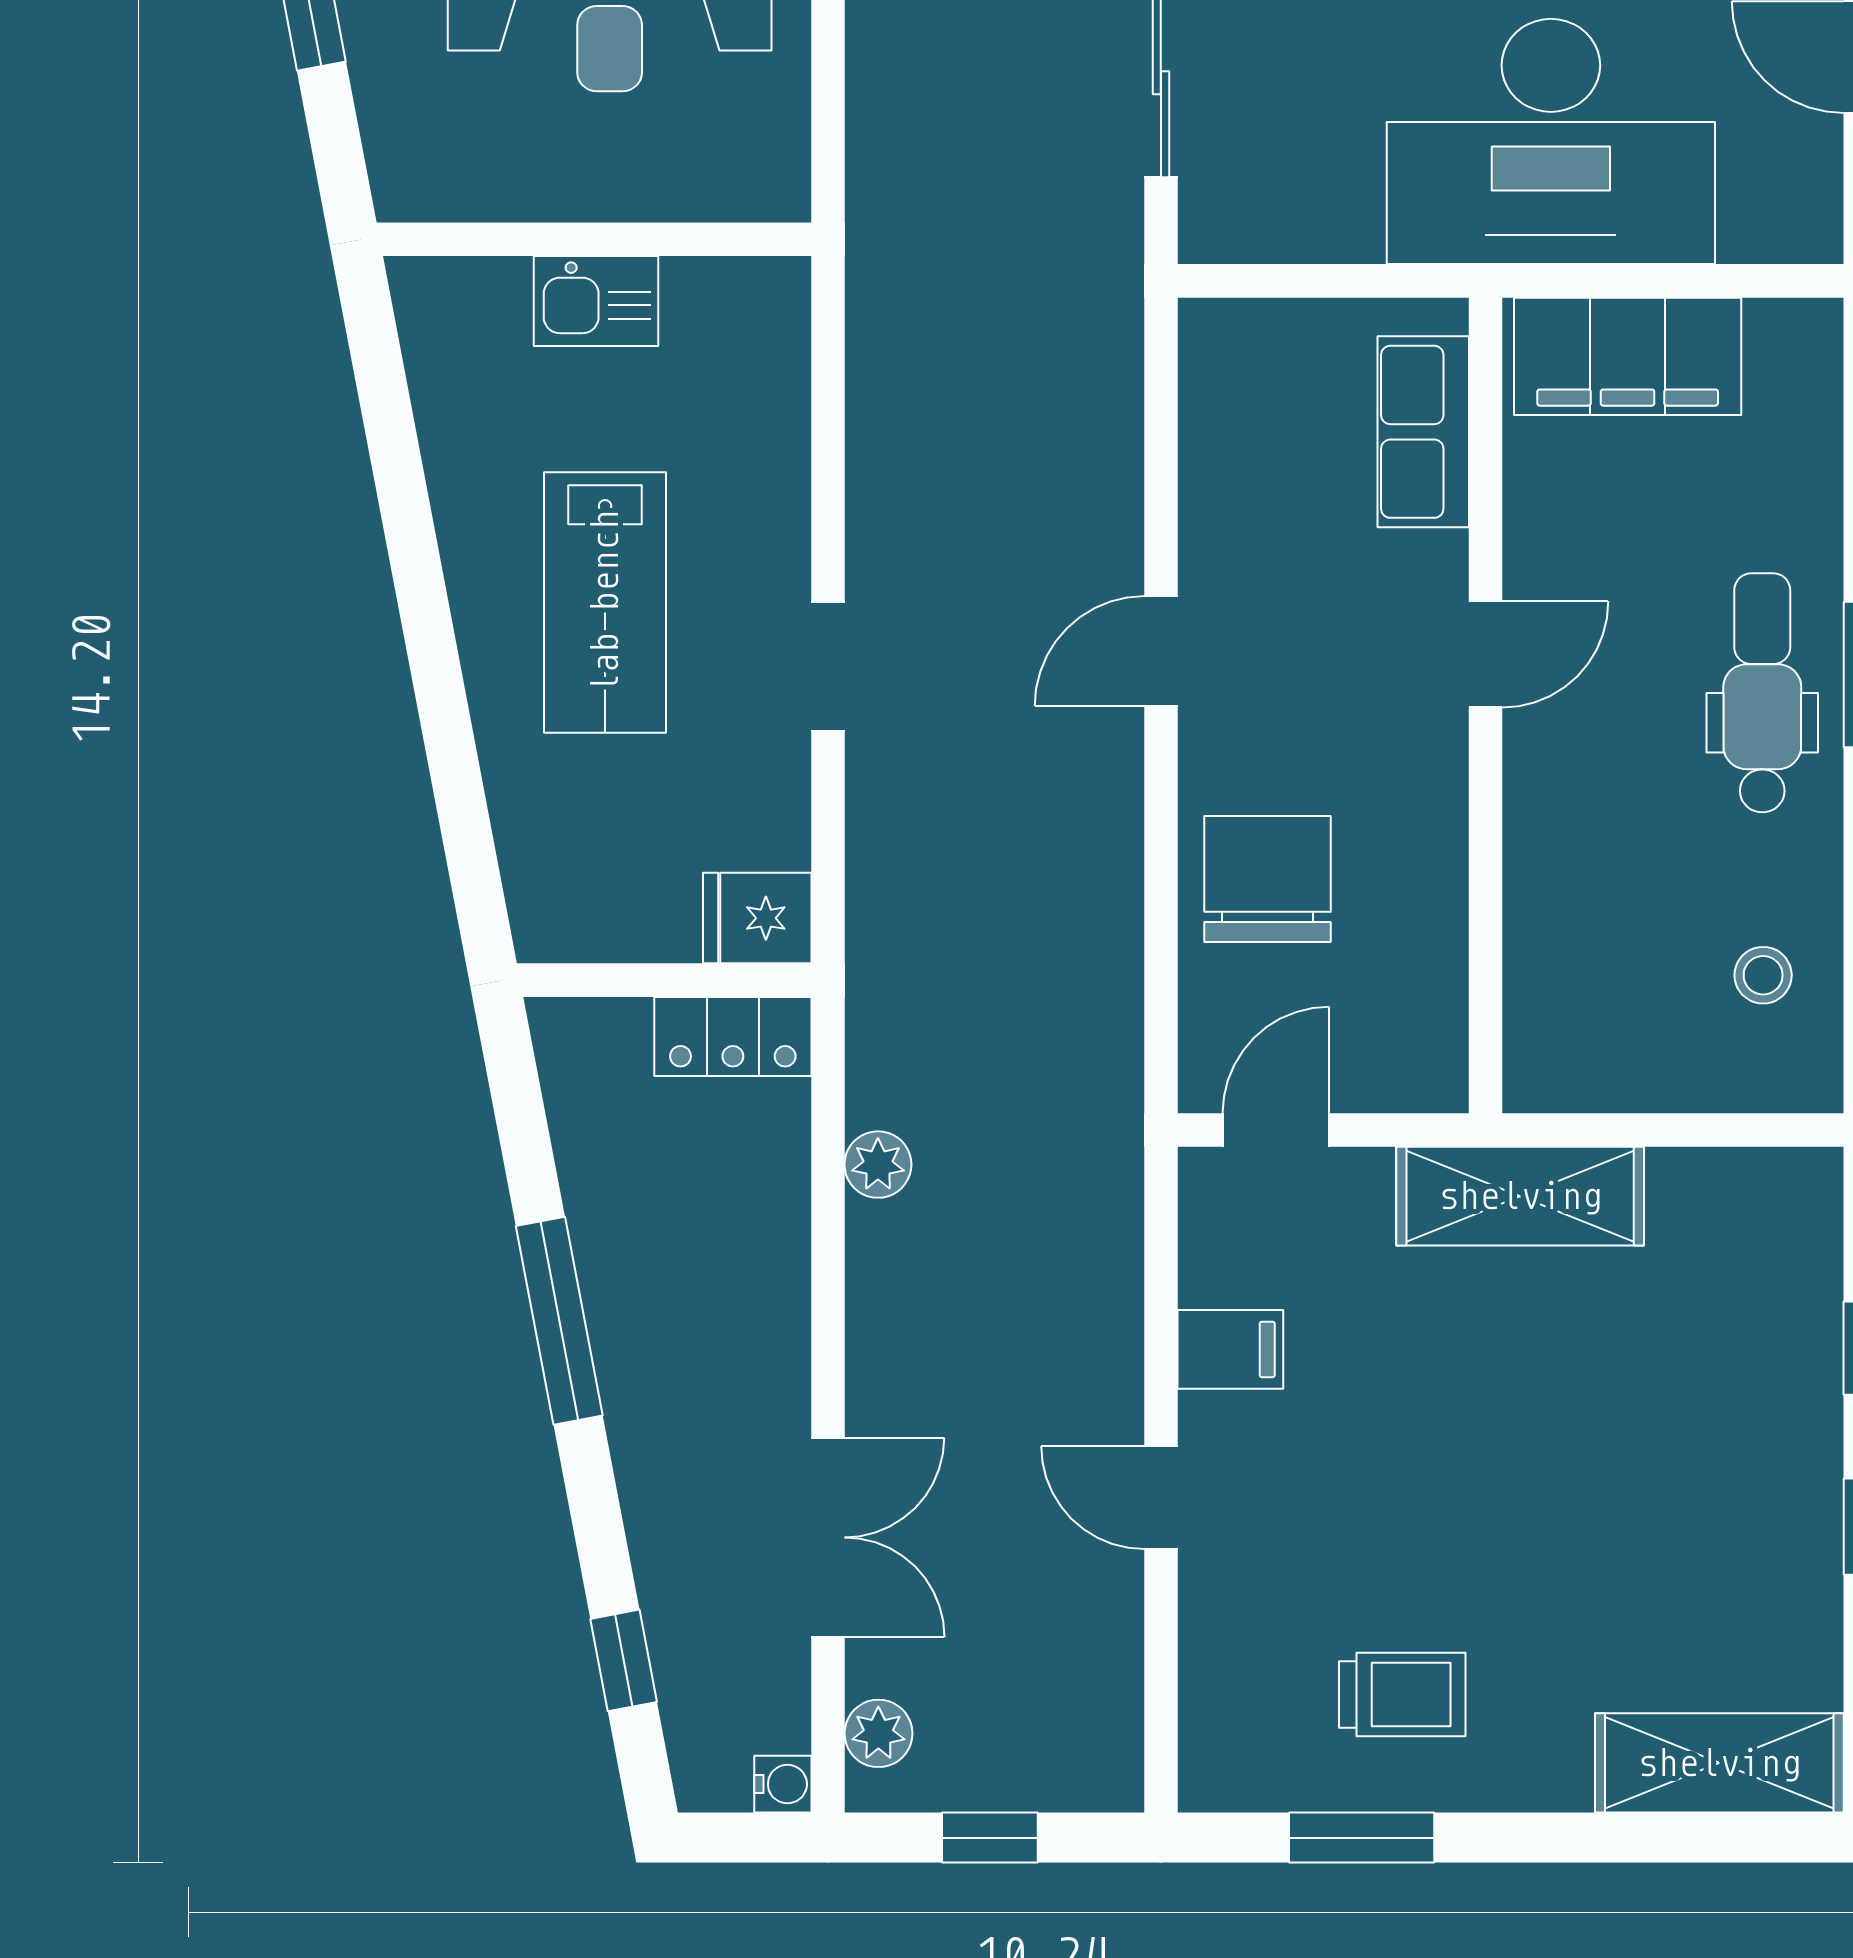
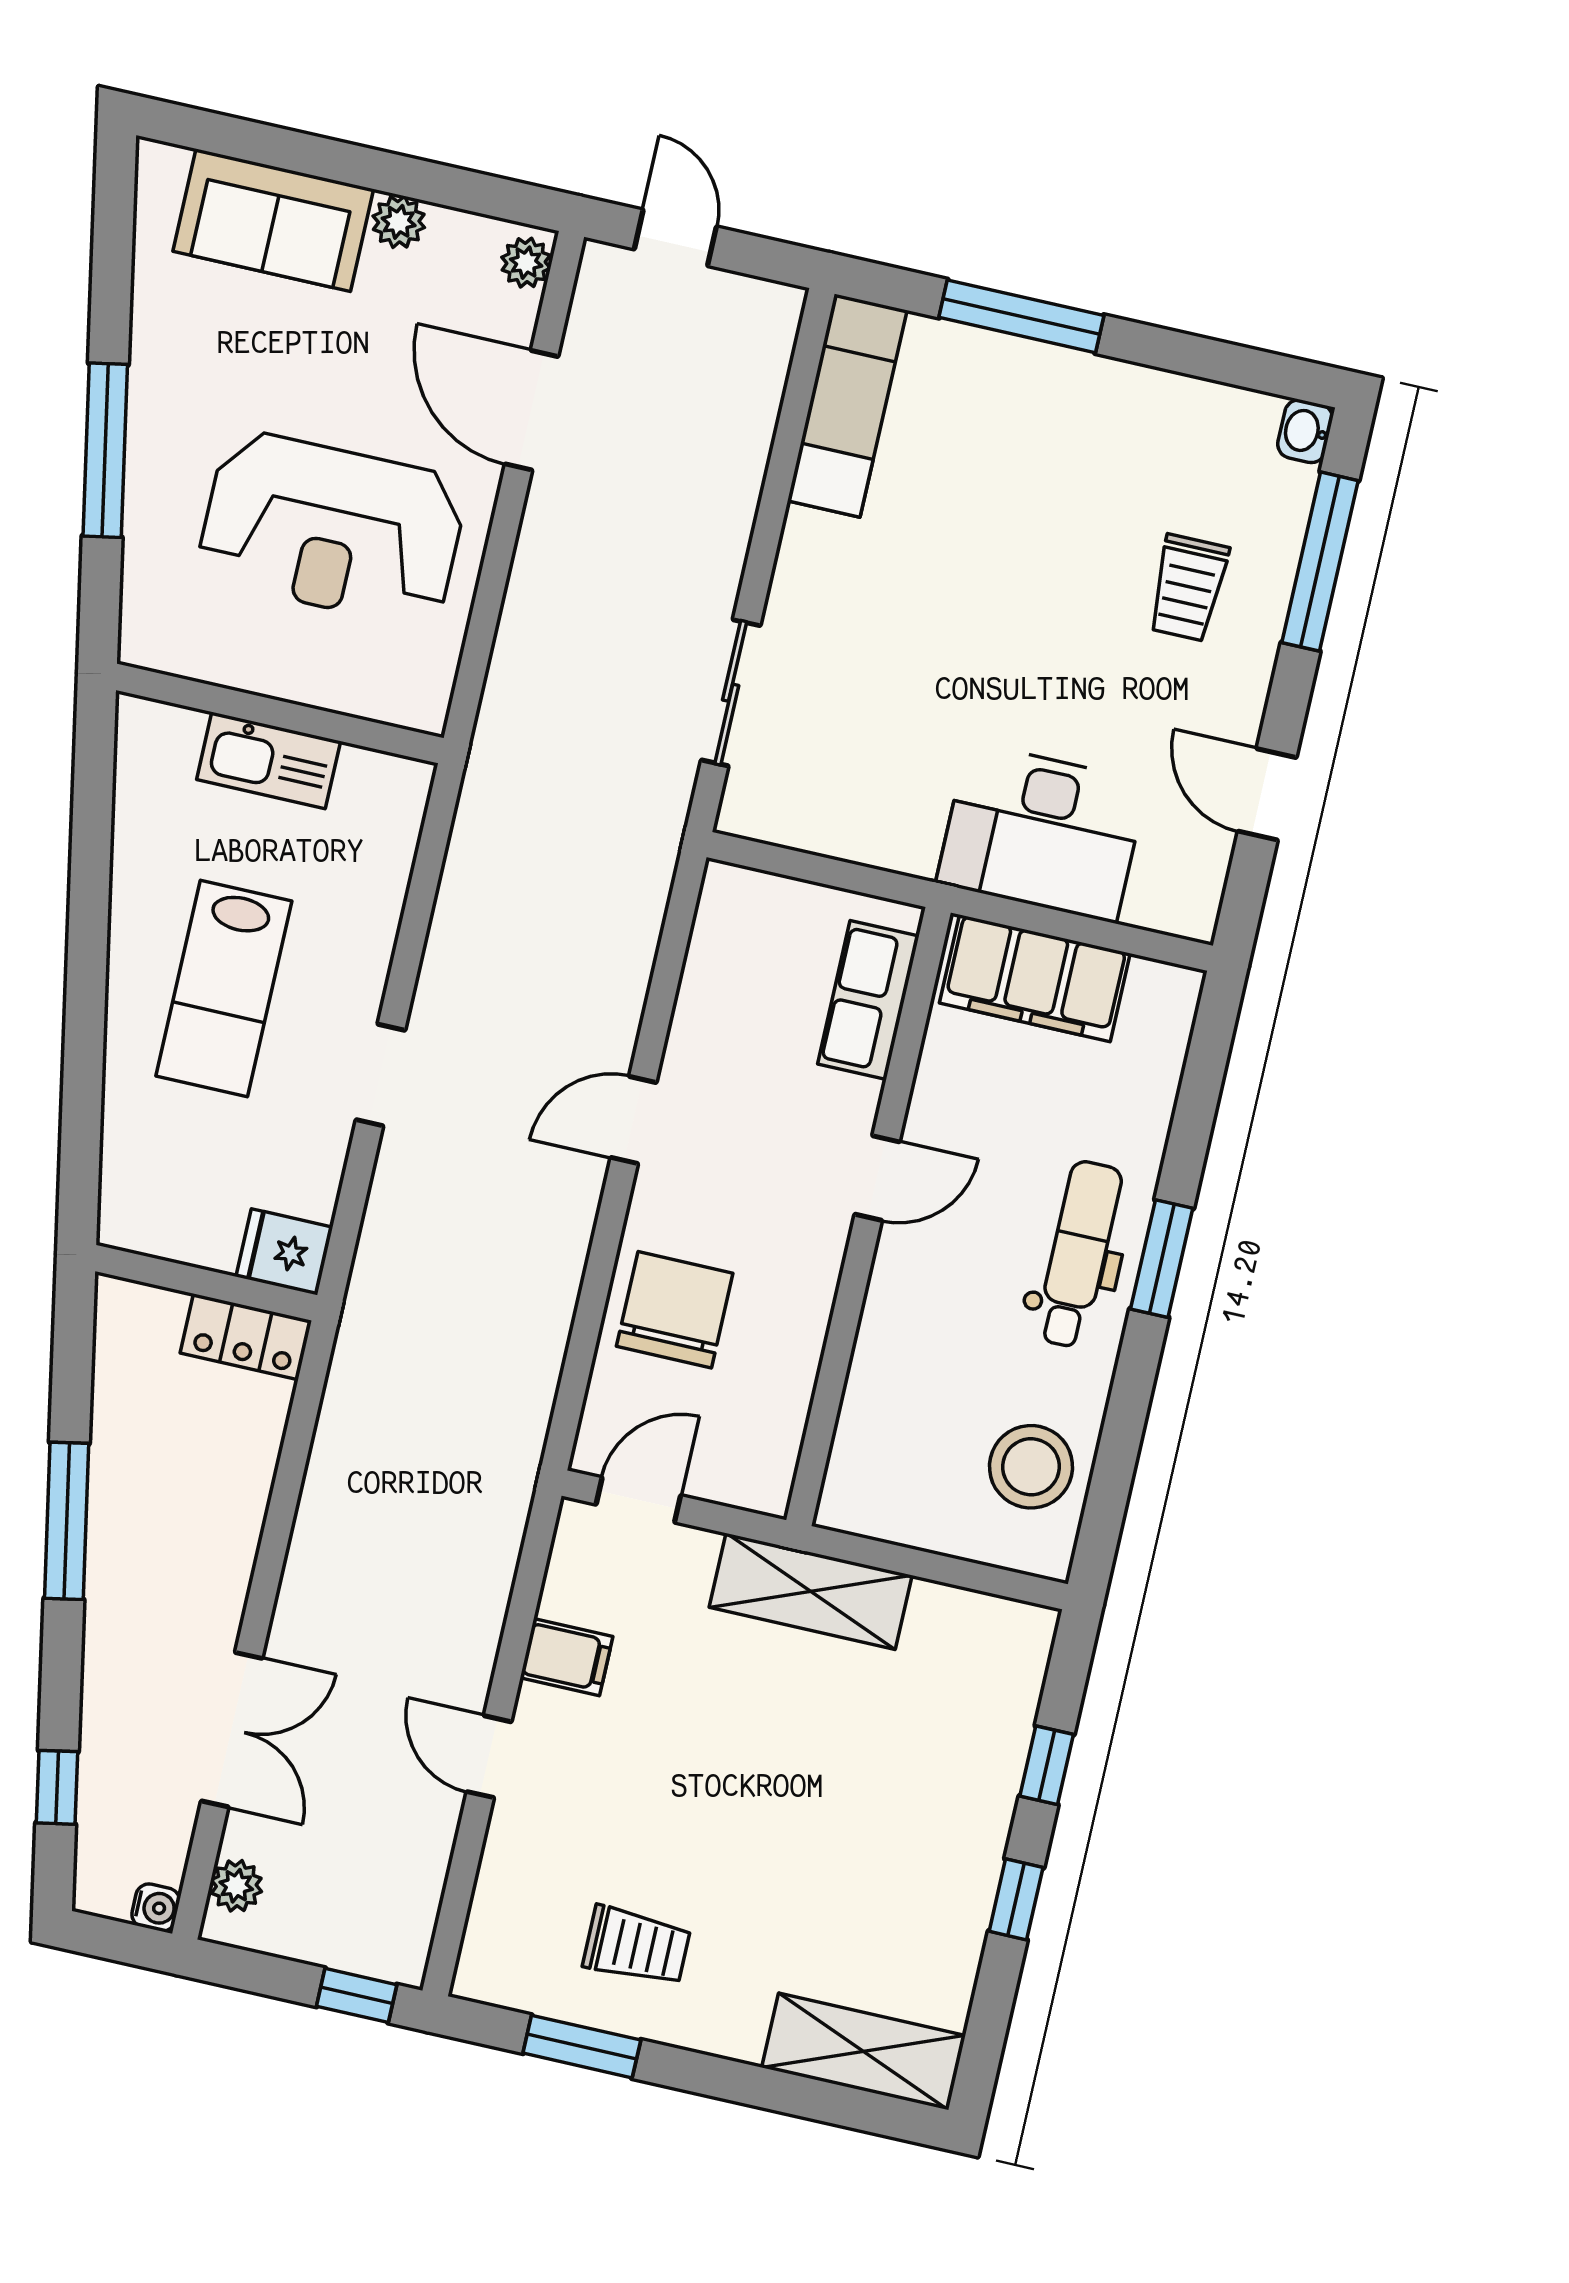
desk: (1551, 141) -> (1042, 832), width x0.73, depth x0.77
kitchen sink: (596, 301) -> (269, 760), width x1.38
stool: (1763, 975) -> (1031, 1467), width x1.89, depth x1.89
plant: (878, 1165) -> (333, 1458), removed
window: (990, 1838) -> (357, 1995), moved

